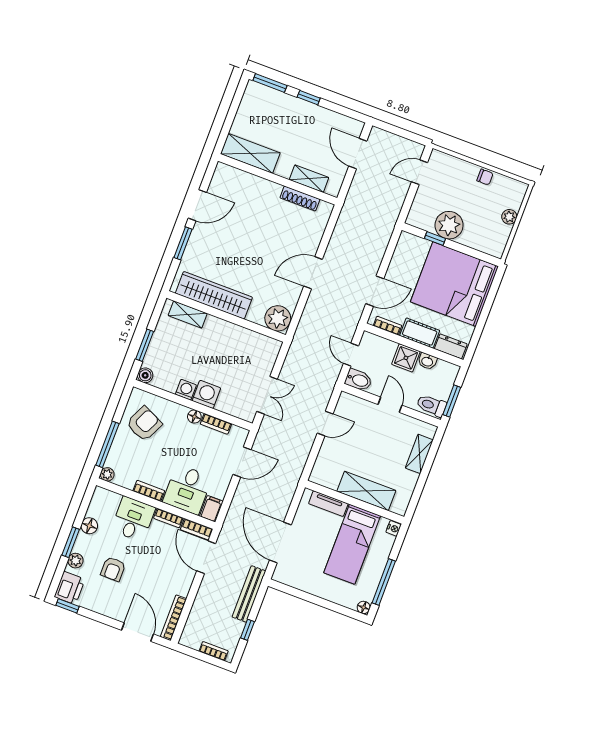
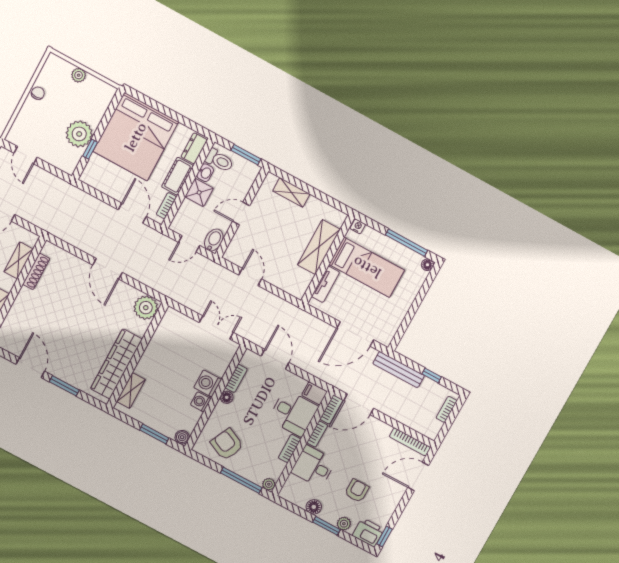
toilet: (431, 405) -> (219, 160), moved, turned -90
armchair: (113, 569) -> (357, 491), turned -90

